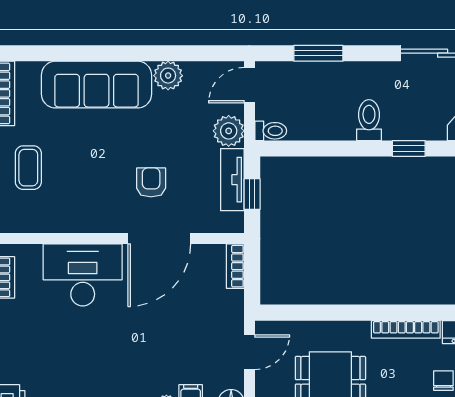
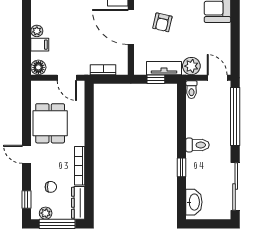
window: (318, 53) -> (235, 117), width x2.11
plant: (168, 76) -> (223, 32), removed
armchair: (151, 182) -> (162, 22), turned 103
bookcase: (235, 266) -> (103, 70), moved

